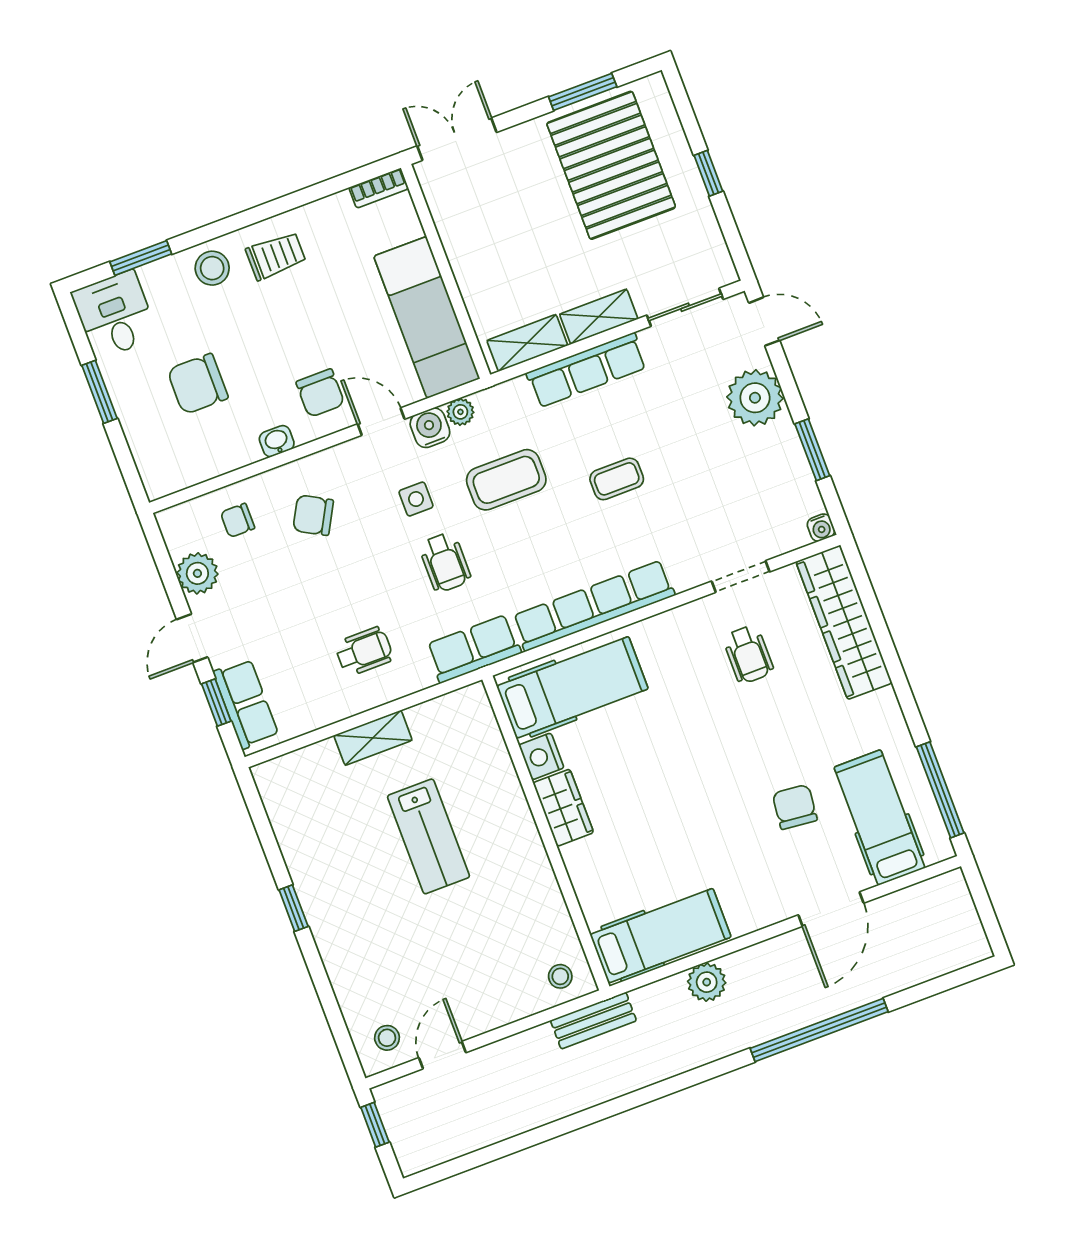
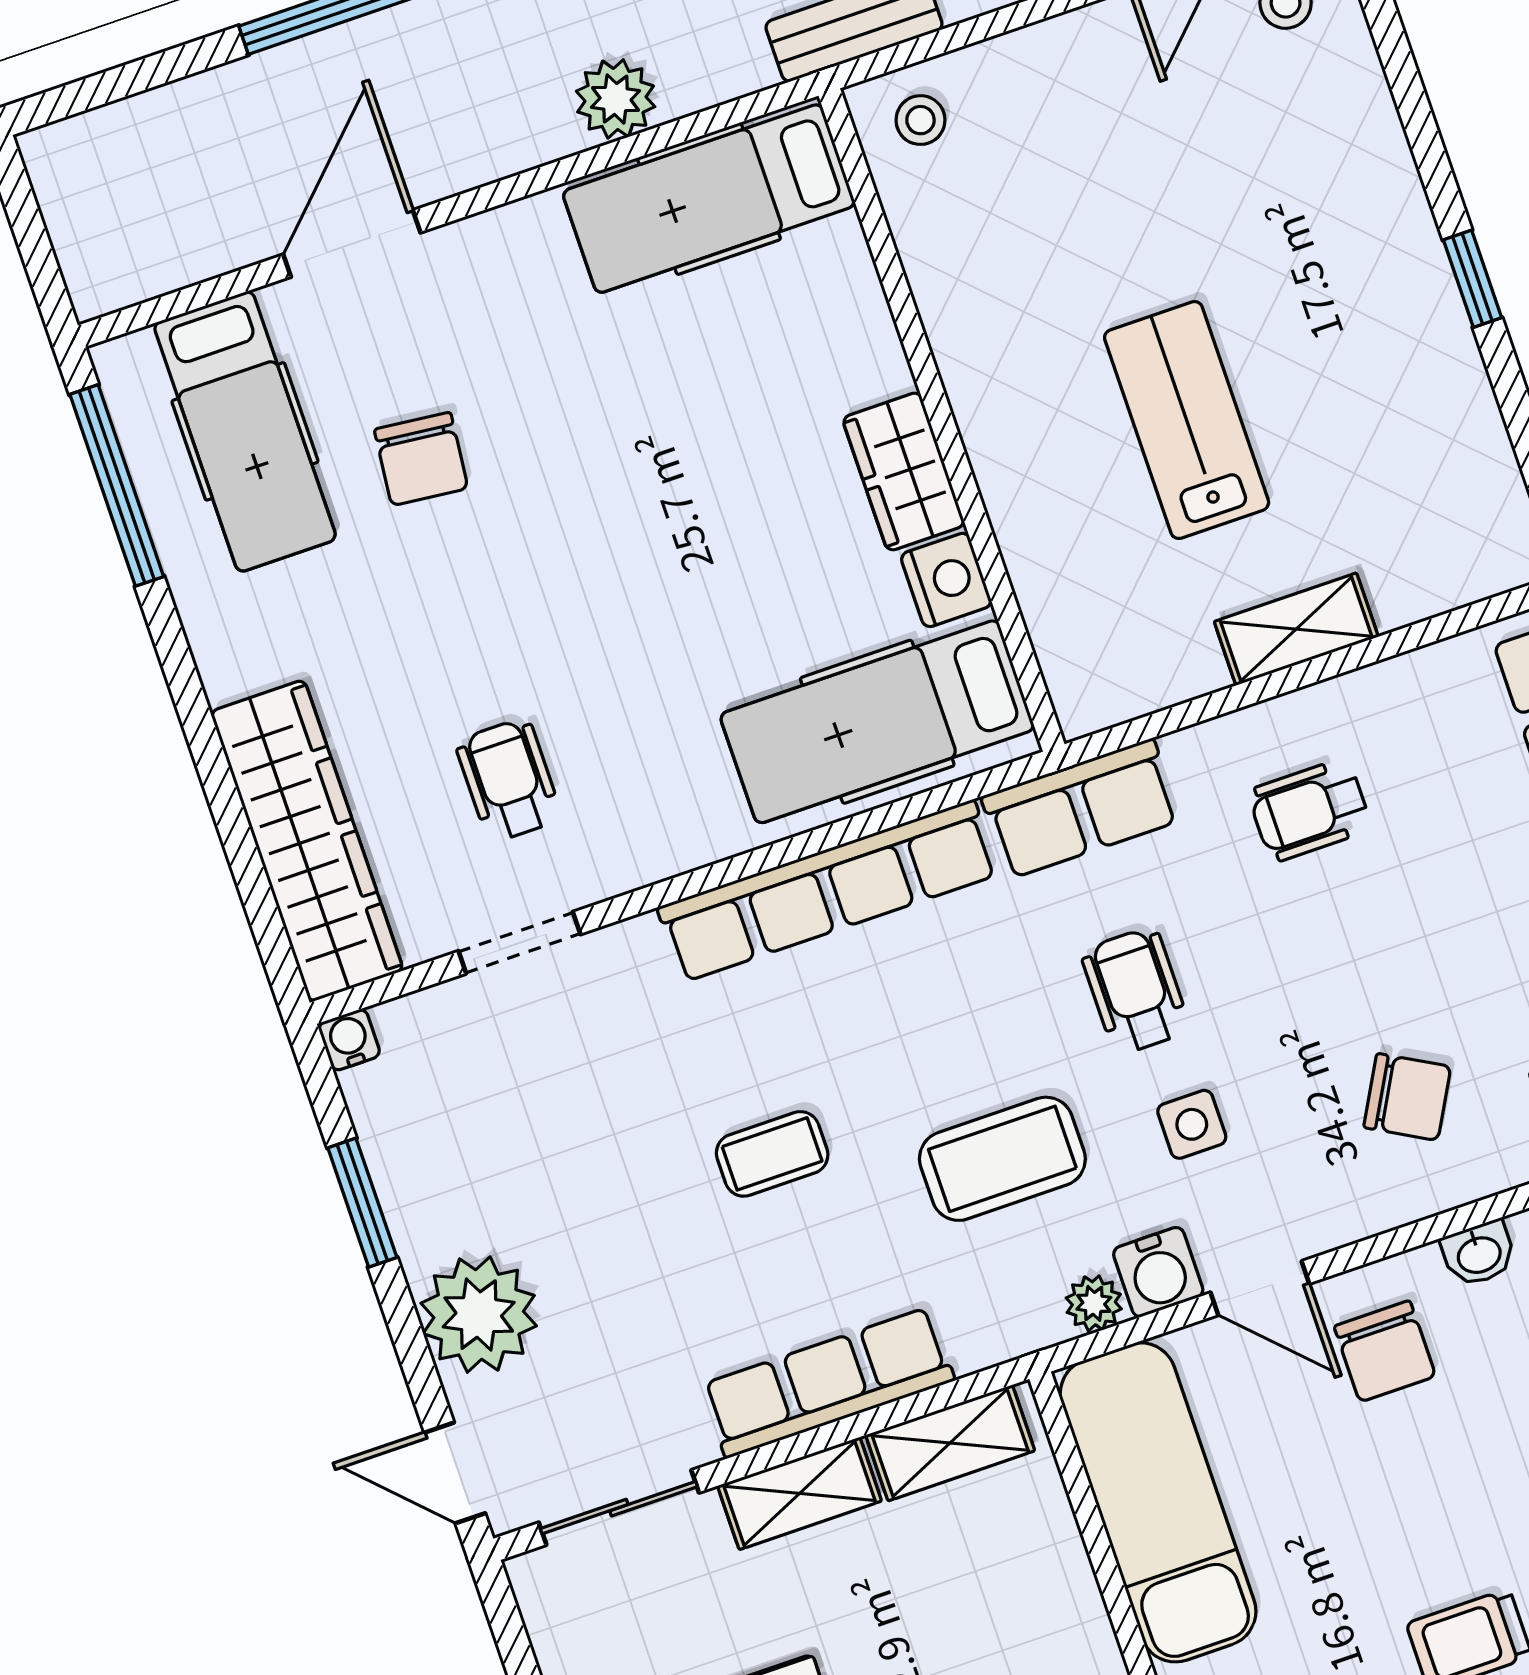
chair: (320, 393) -> (1385, 1351), turned 180

